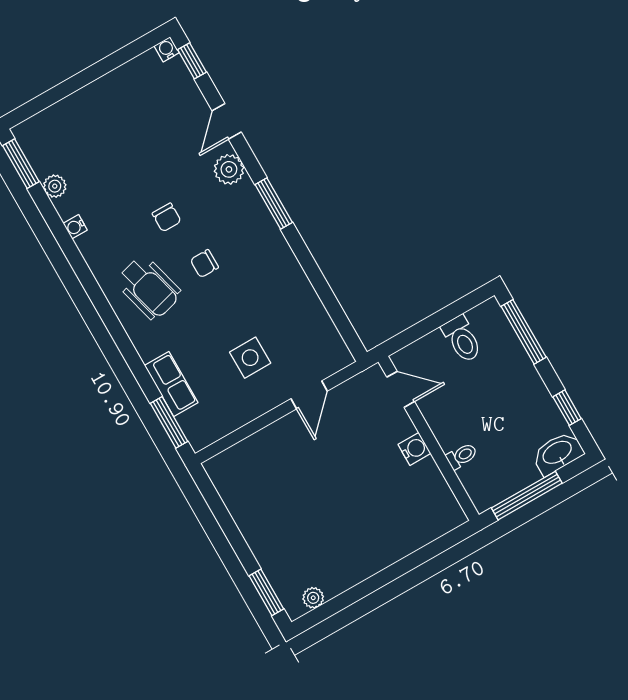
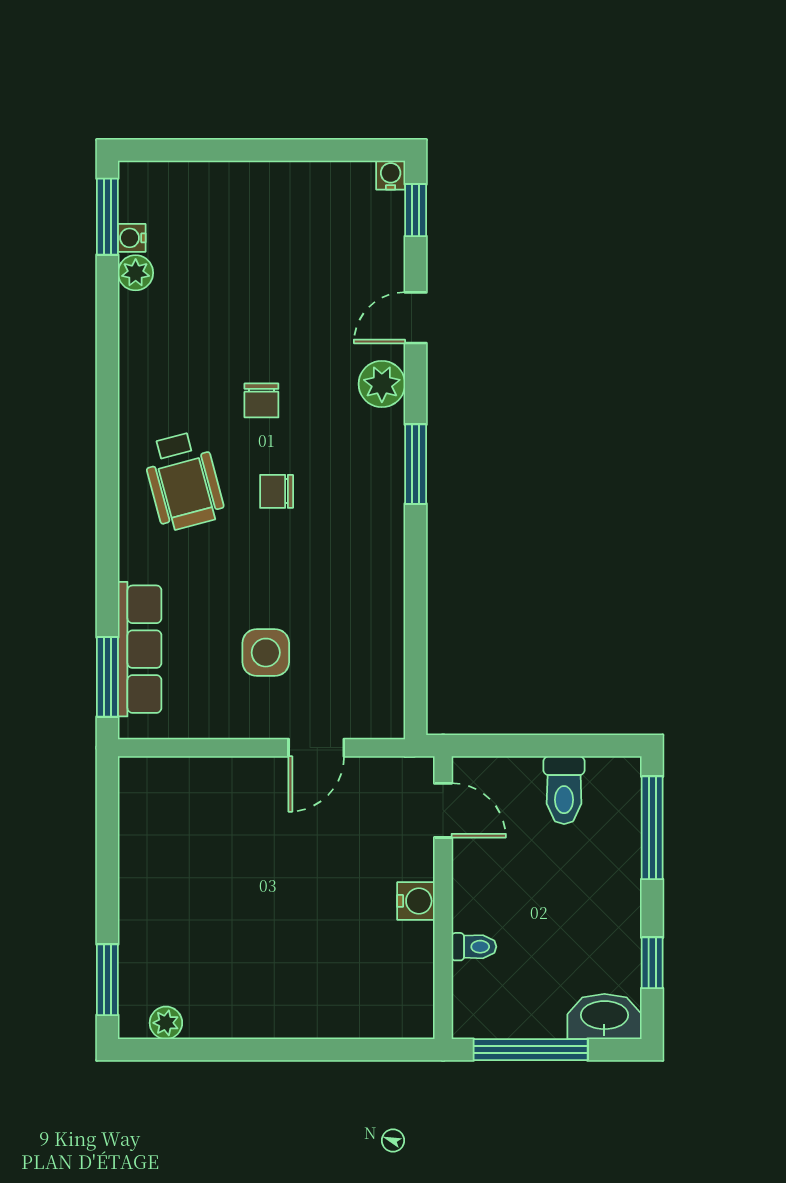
water cooler: (75, 227) -> (132, 238), moved
row of seats: (171, 384) -> (140, 649), width x1.48

